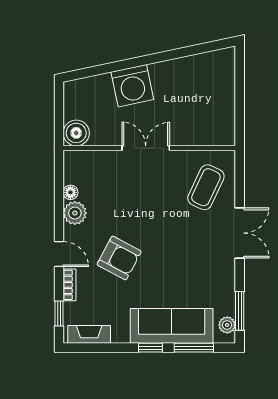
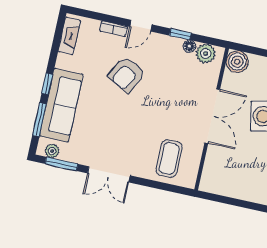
double door: (146, 148) -> (212, 116), width x1.37
coffee table: (206, 187) -> (169, 159), turned 65
plant: (75, 213) -> (206, 54), moved
double door: (240, 233) -> (109, 174), moved
window: (59, 314) -> (180, 34), moved

